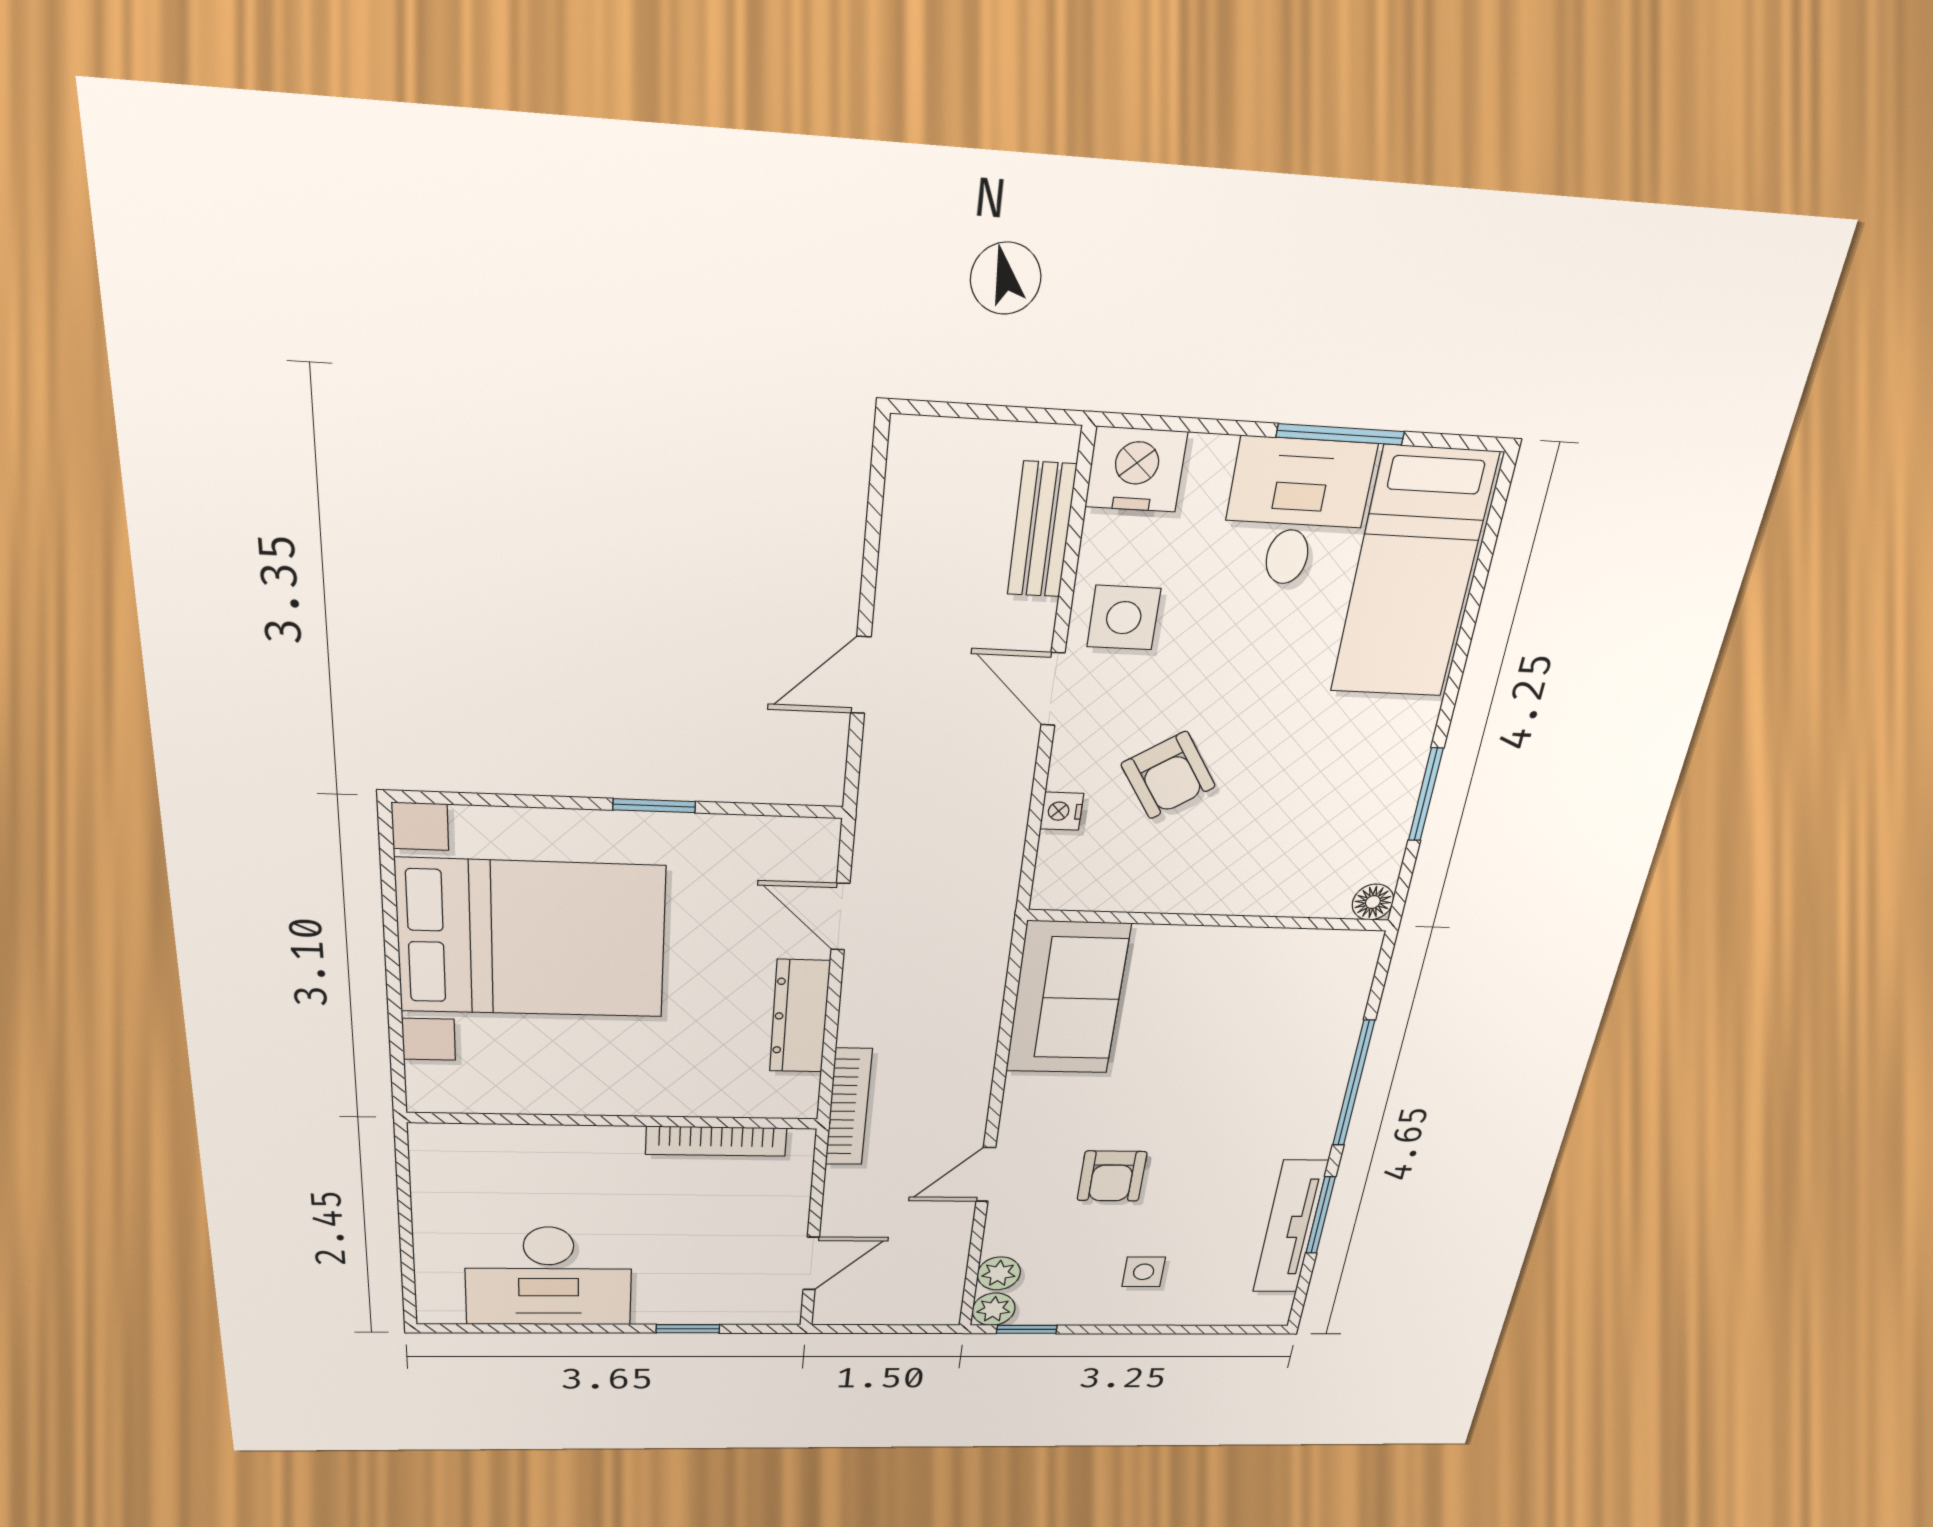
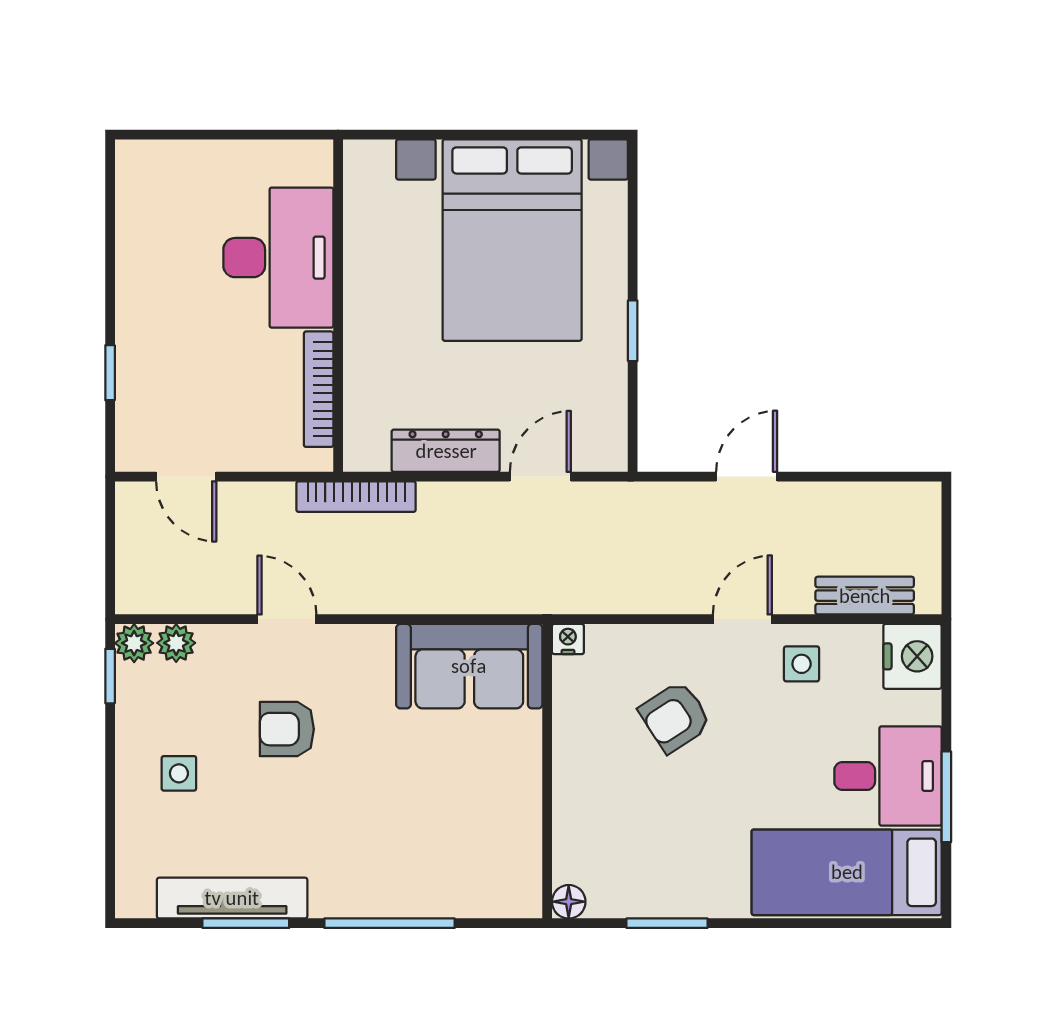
side table: (1124, 618) -> (802, 664), width x0.73, depth x0.73
door: (861, 675) -> (747, 477), hinge flipped
nightstand: (1062, 811) -> (568, 639), moved
desk: (549, 1276) -> (278, 258), moved, turned 180

